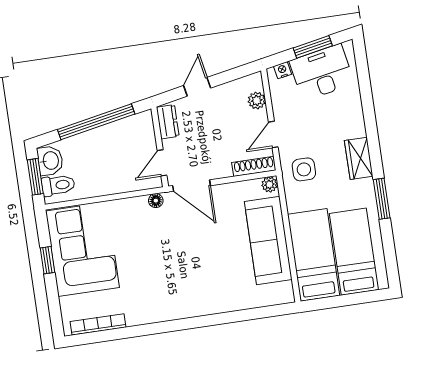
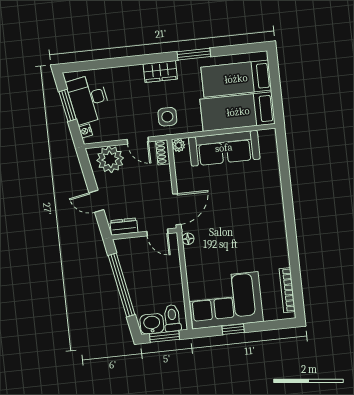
plant: (257, 100) -> (110, 159), width x1.88, depth x1.88
shoe rack: (254, 166) -> (163, 152), width x0.70

